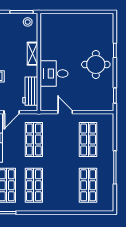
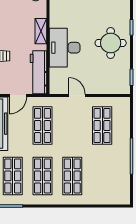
desk: (54, 74) -> (65, 48), width x1.37
workbench: (30, 91) -> (38, 72), width x1.38
shop shelf: (88, 185) -> (72, 176), moved

